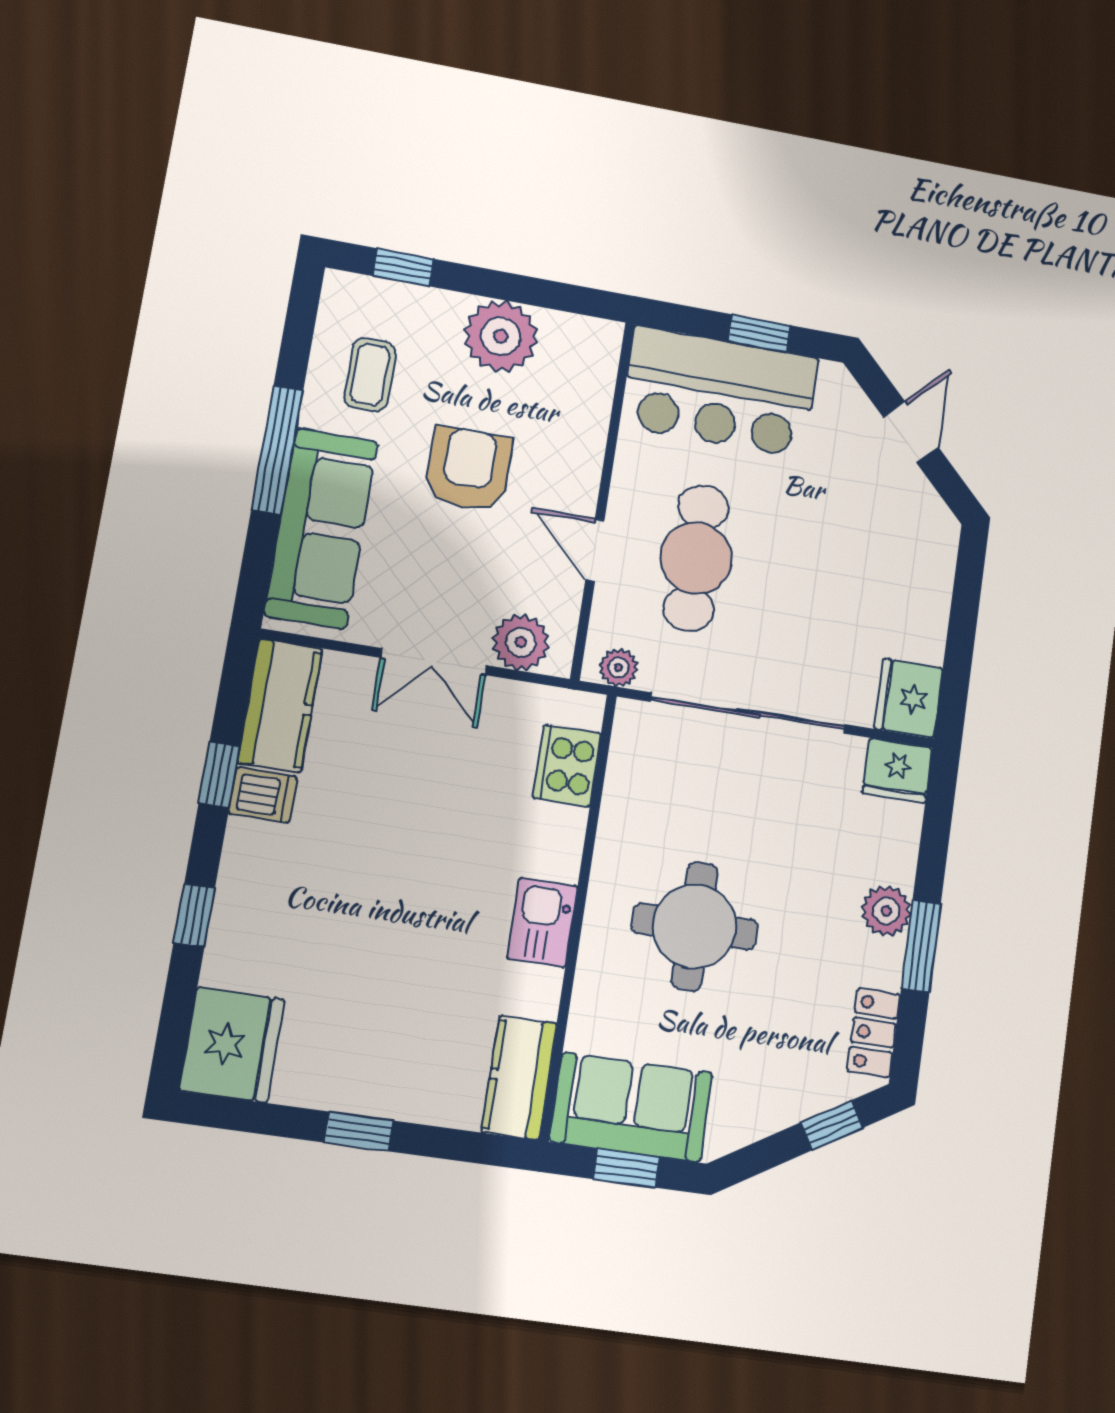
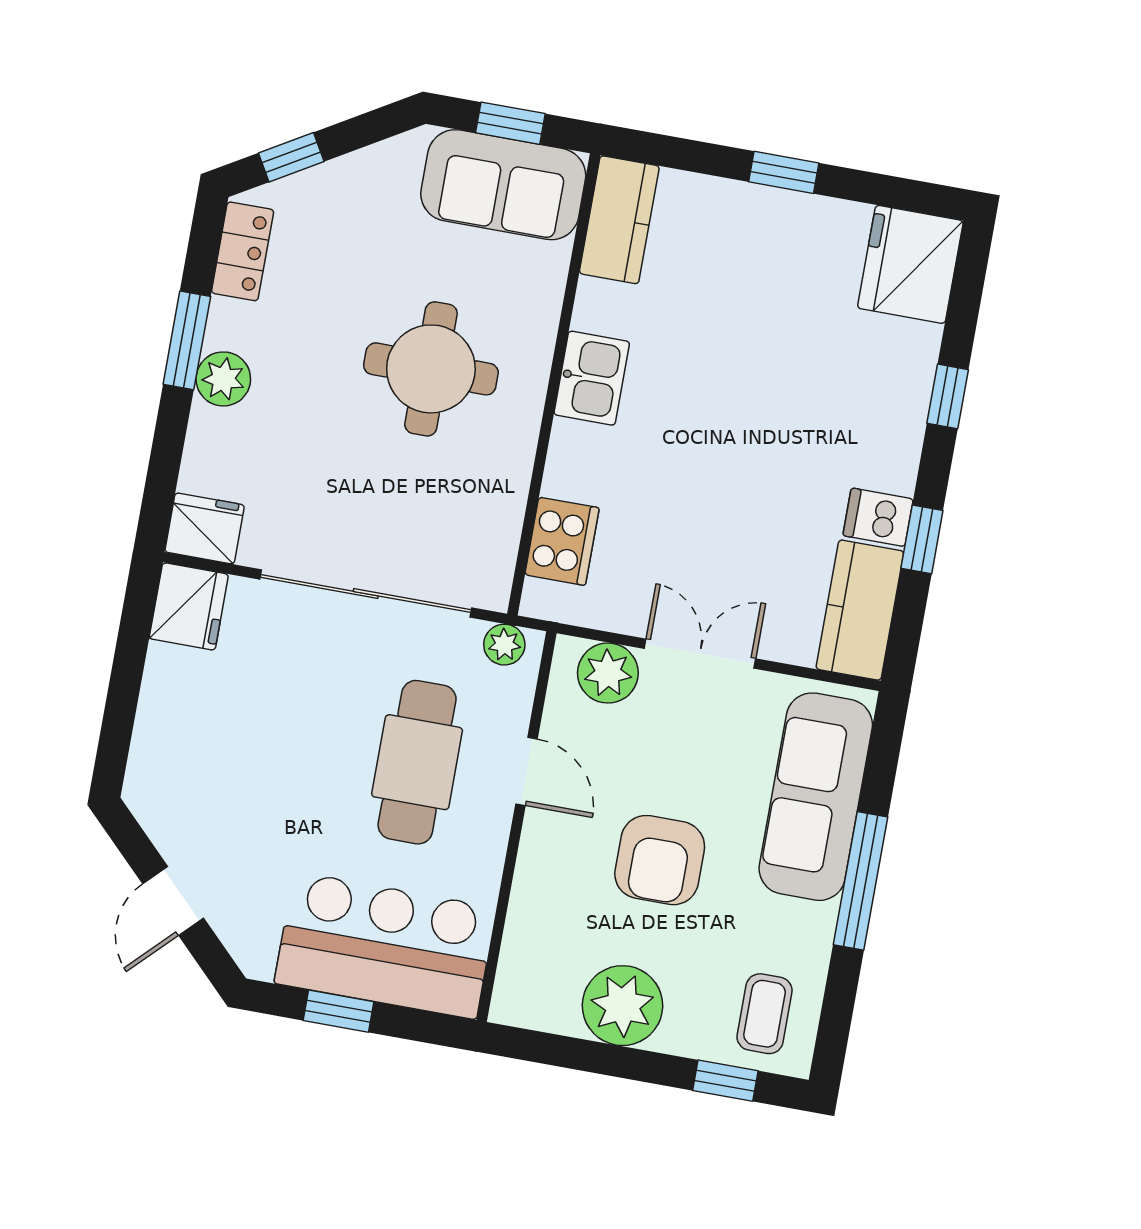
coffee table: (370, 375) -> (765, 1014), moved

